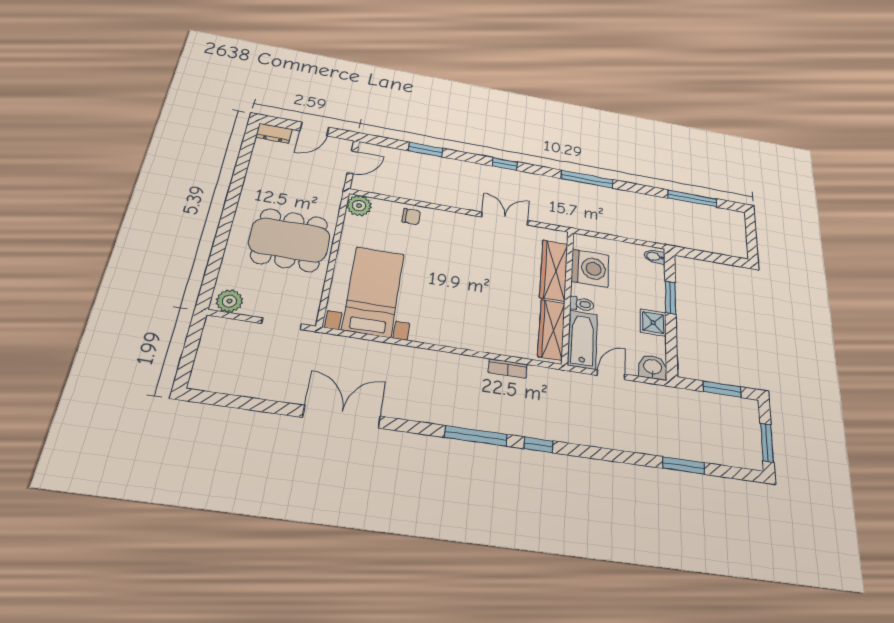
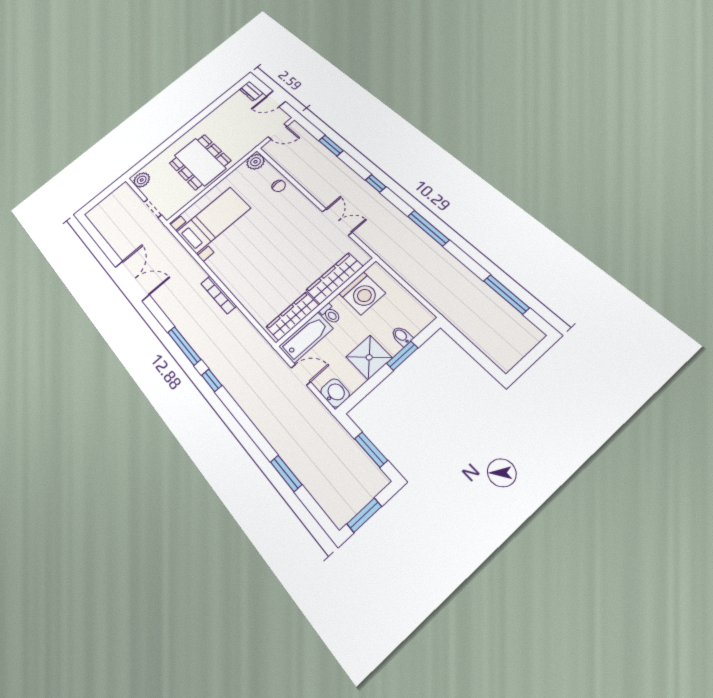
bidet: (654, 257) -> (402, 336), moved
shower: (653, 323) -> (369, 357), width x1.36, depth x1.36
bookcase: (508, 368) -> (219, 295), moved, width x1.56

